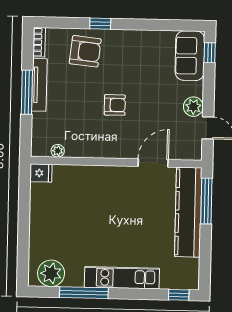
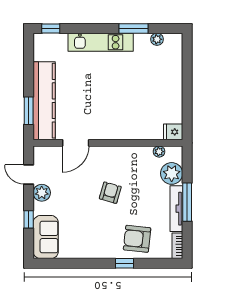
window: (210, 53) -> (29, 219), moved
armchair: (115, 105) -> (110, 193), turned 106
plant: (44, 125) -> (172, 173), added
window: (206, 201) -> (29, 111), width x0.69
plant: (51, 273) -> (157, 39), width x0.53, depth x0.53
window: (84, 293) -> (133, 28), width x0.69

